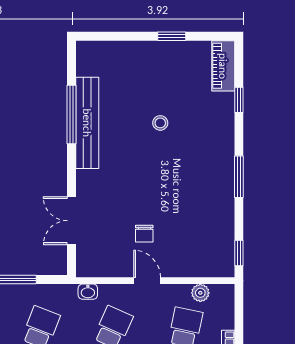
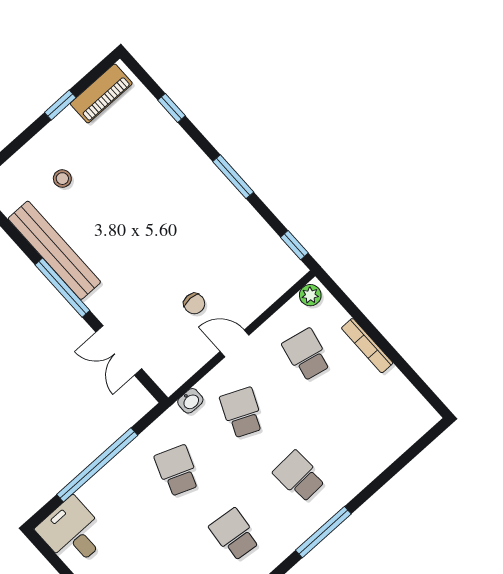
piano: (223, 66) -> (101, 93), moved, turned -90
window: (72, 115) -> (62, 288), moved
stool: (160, 123) -> (62, 179), moved
plant: (200, 293) -> (310, 295), moved

